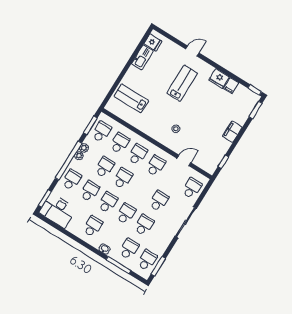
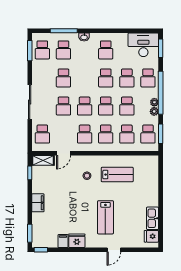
lab bench: (131, 98) -> (117, 175), moved
shelving: (205, 165) -> (43, 160), added
school desk: (126, 214) -> (85, 106), moved

